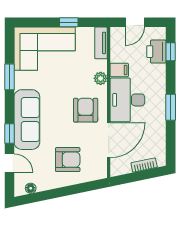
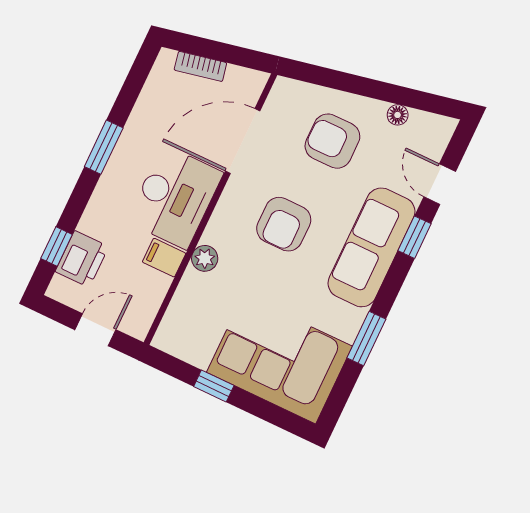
tv unit: (101, 43) -> (174, 322), removed
armchair: (86, 110) -> (284, 224), moved
floor lamp: (31, 188) -> (398, 115), moved

